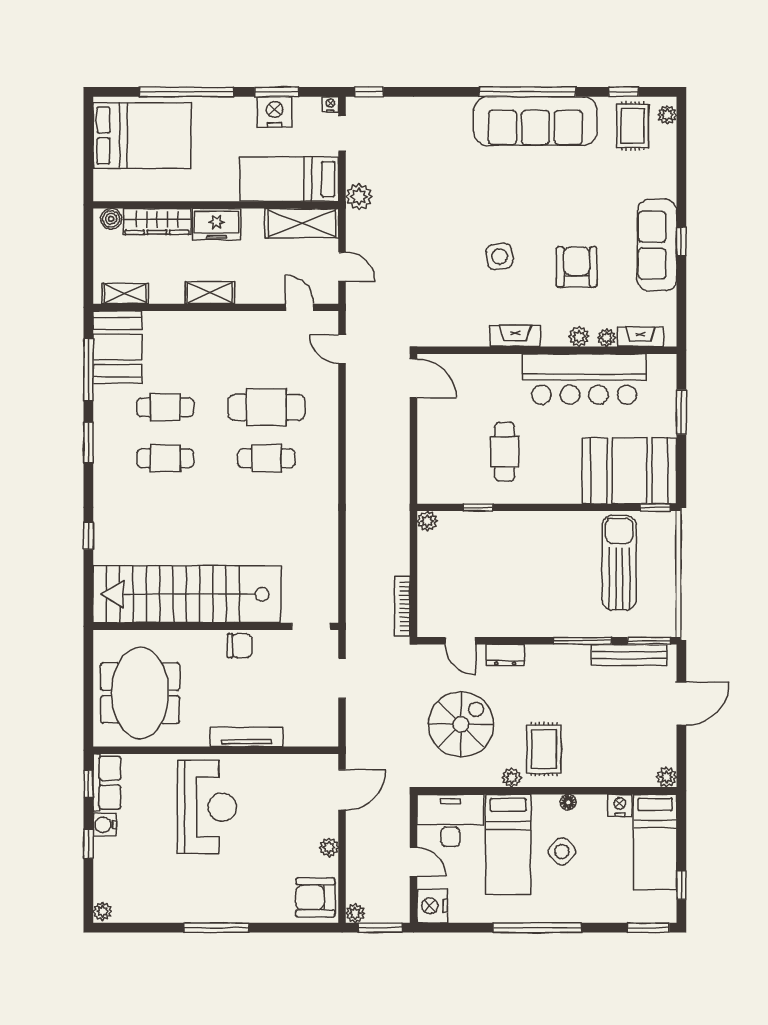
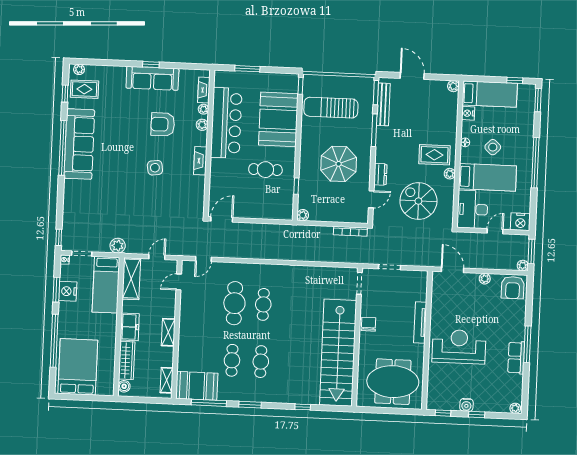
booth: (629, 471) -> (278, 119), moved
parasol: (520, 581) -> (339, 164), added
row of seats: (107, 783) -> (516, 358), moved, turned -90

